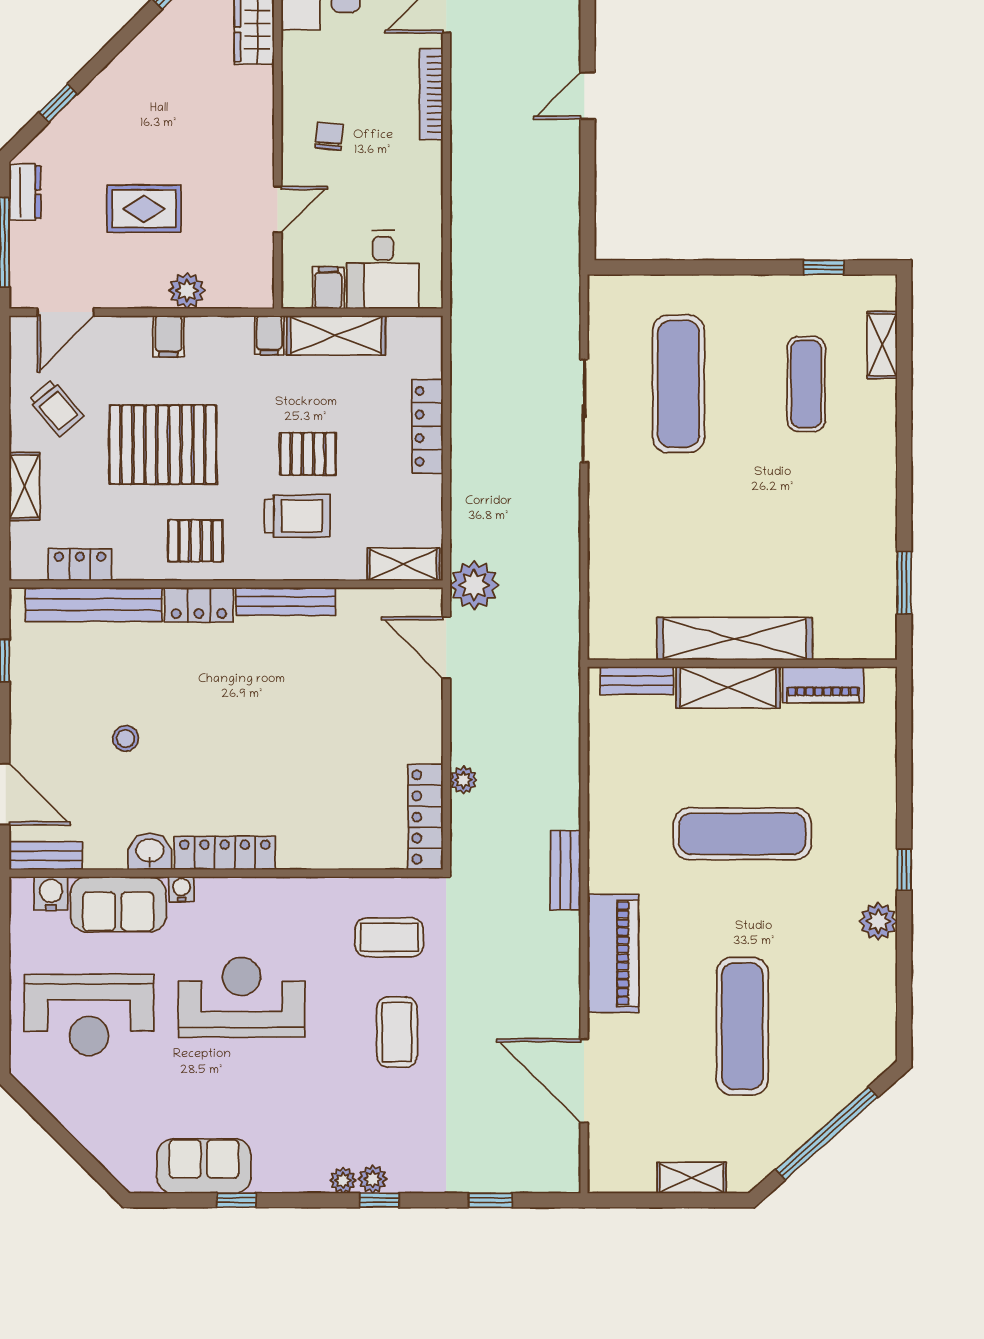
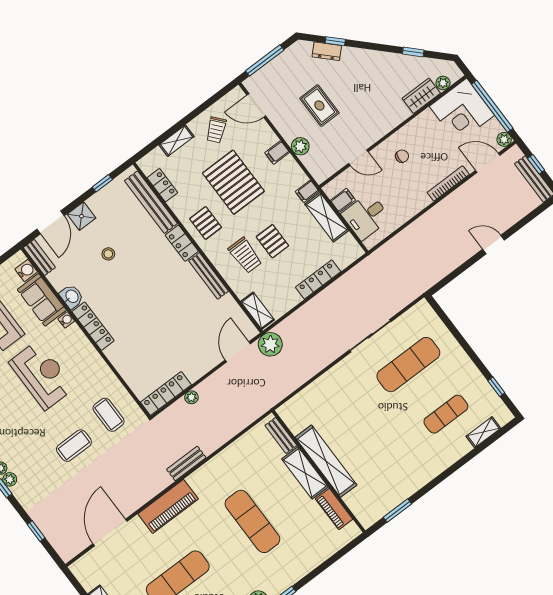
dresser: (25, 192) -> (327, 51), moved, turned 45
shower: (31, 735) -> (82, 216), added

